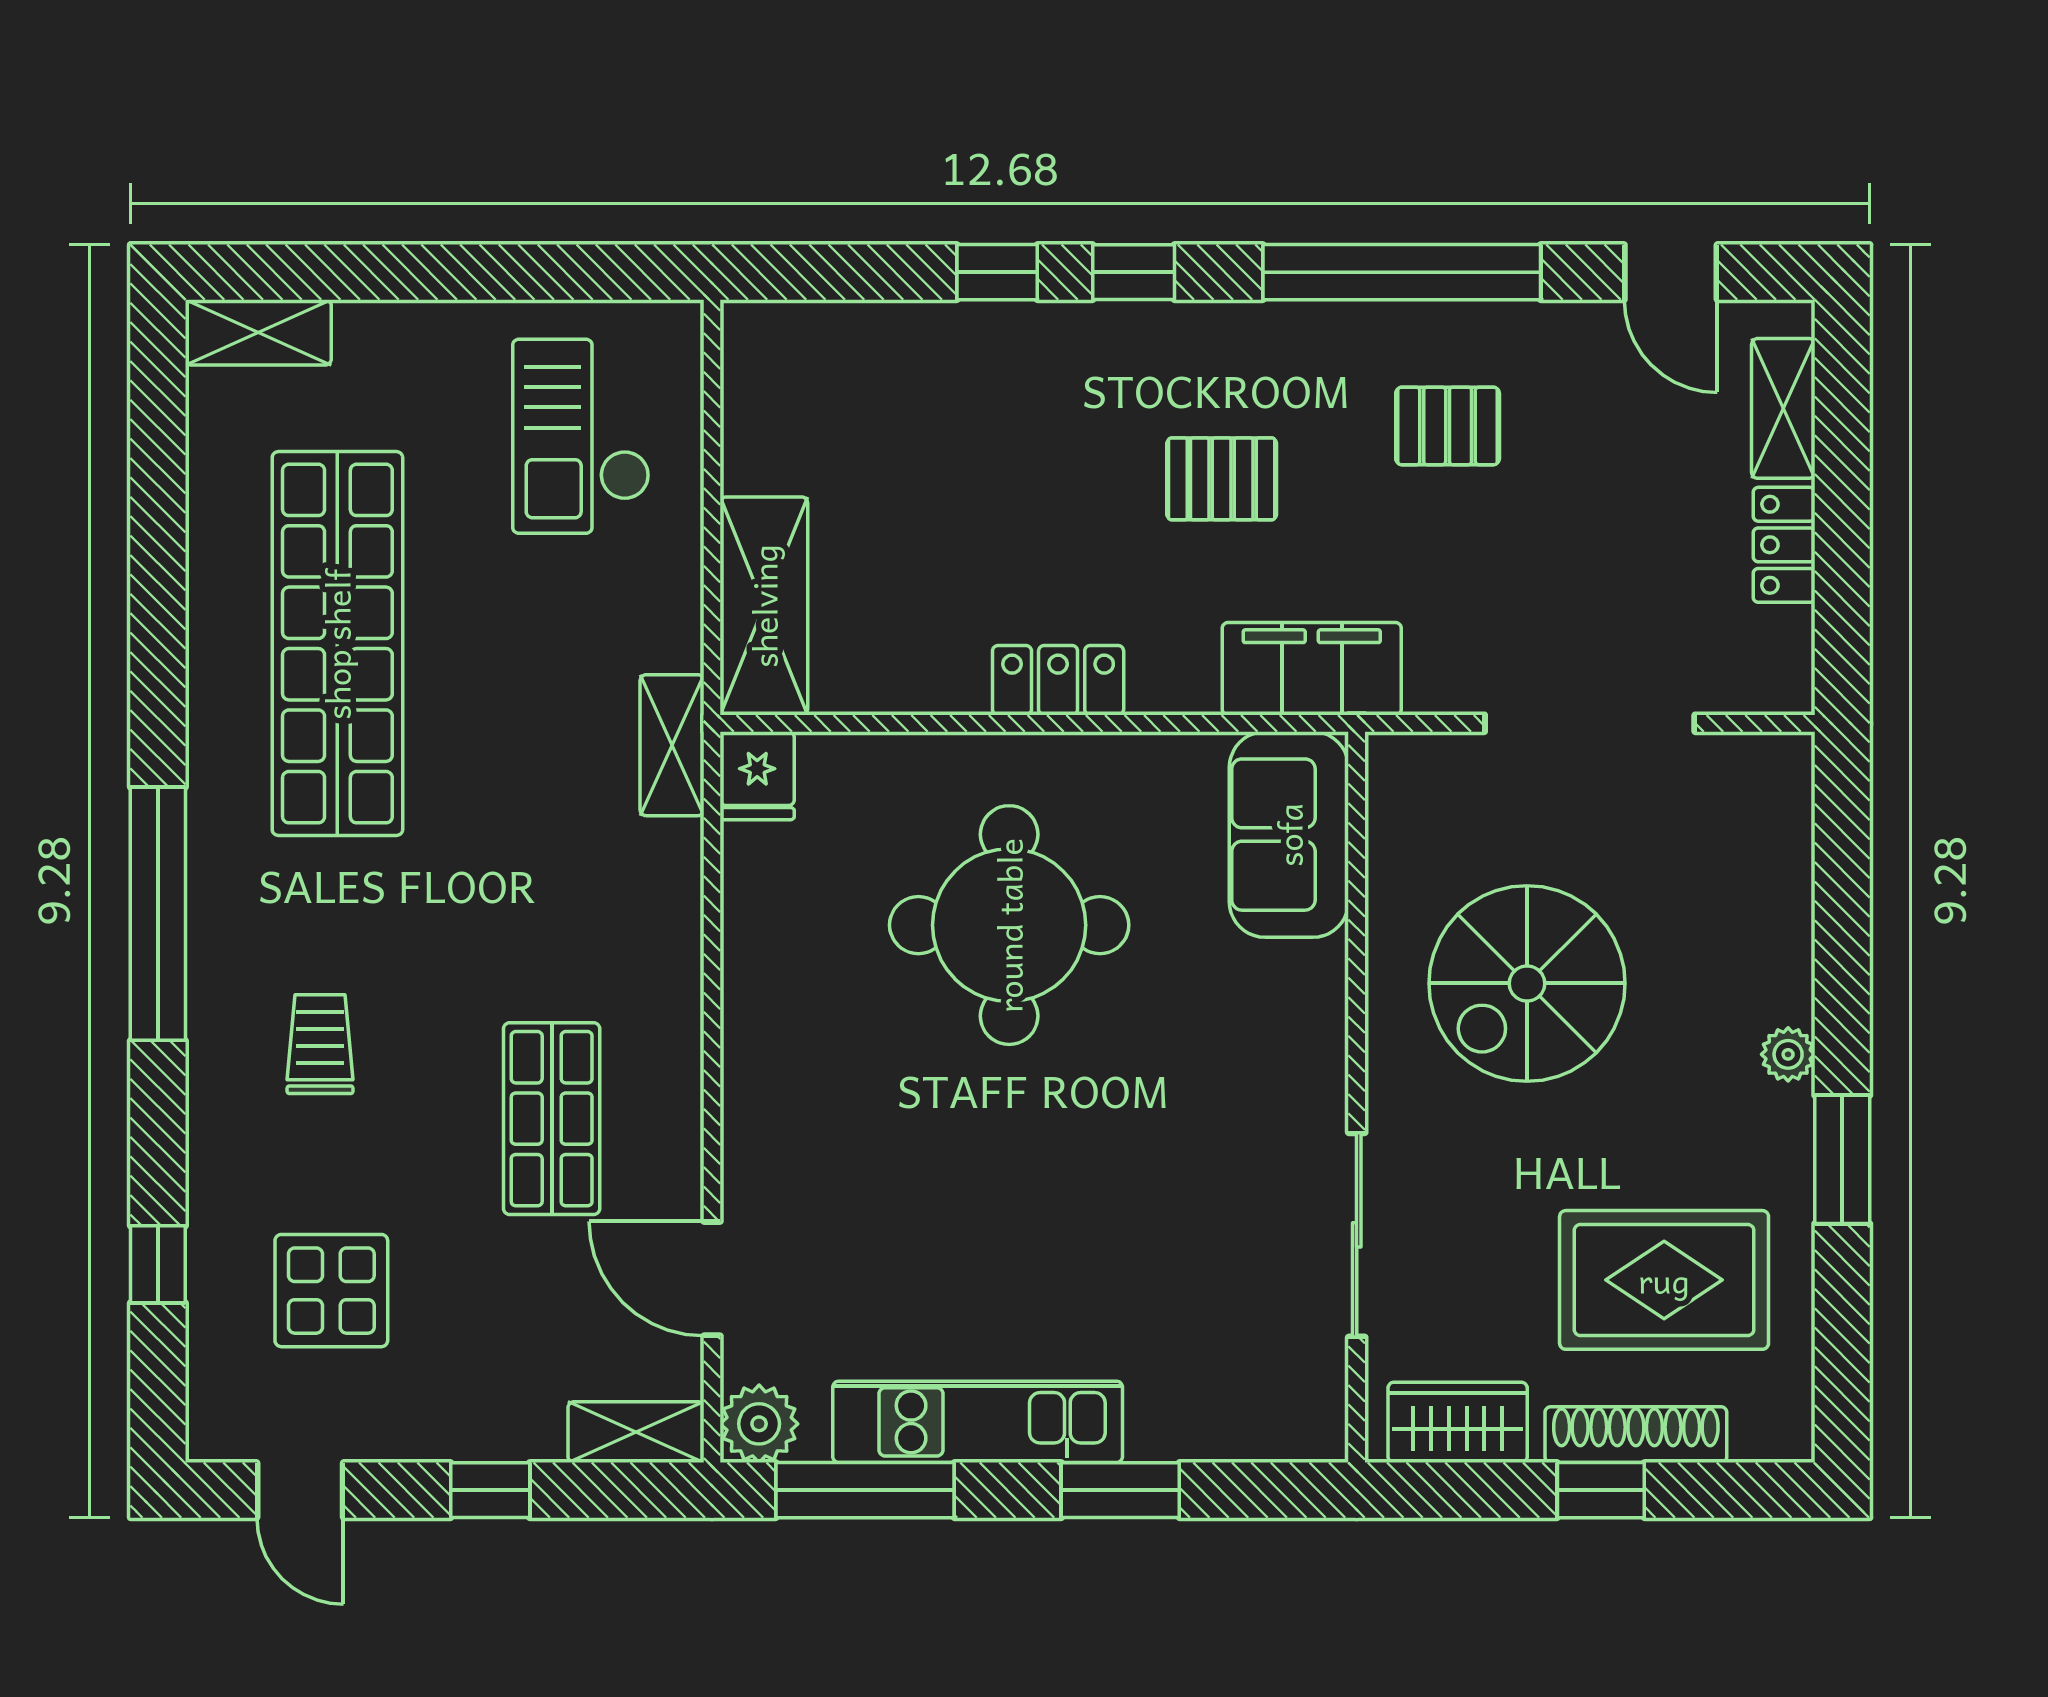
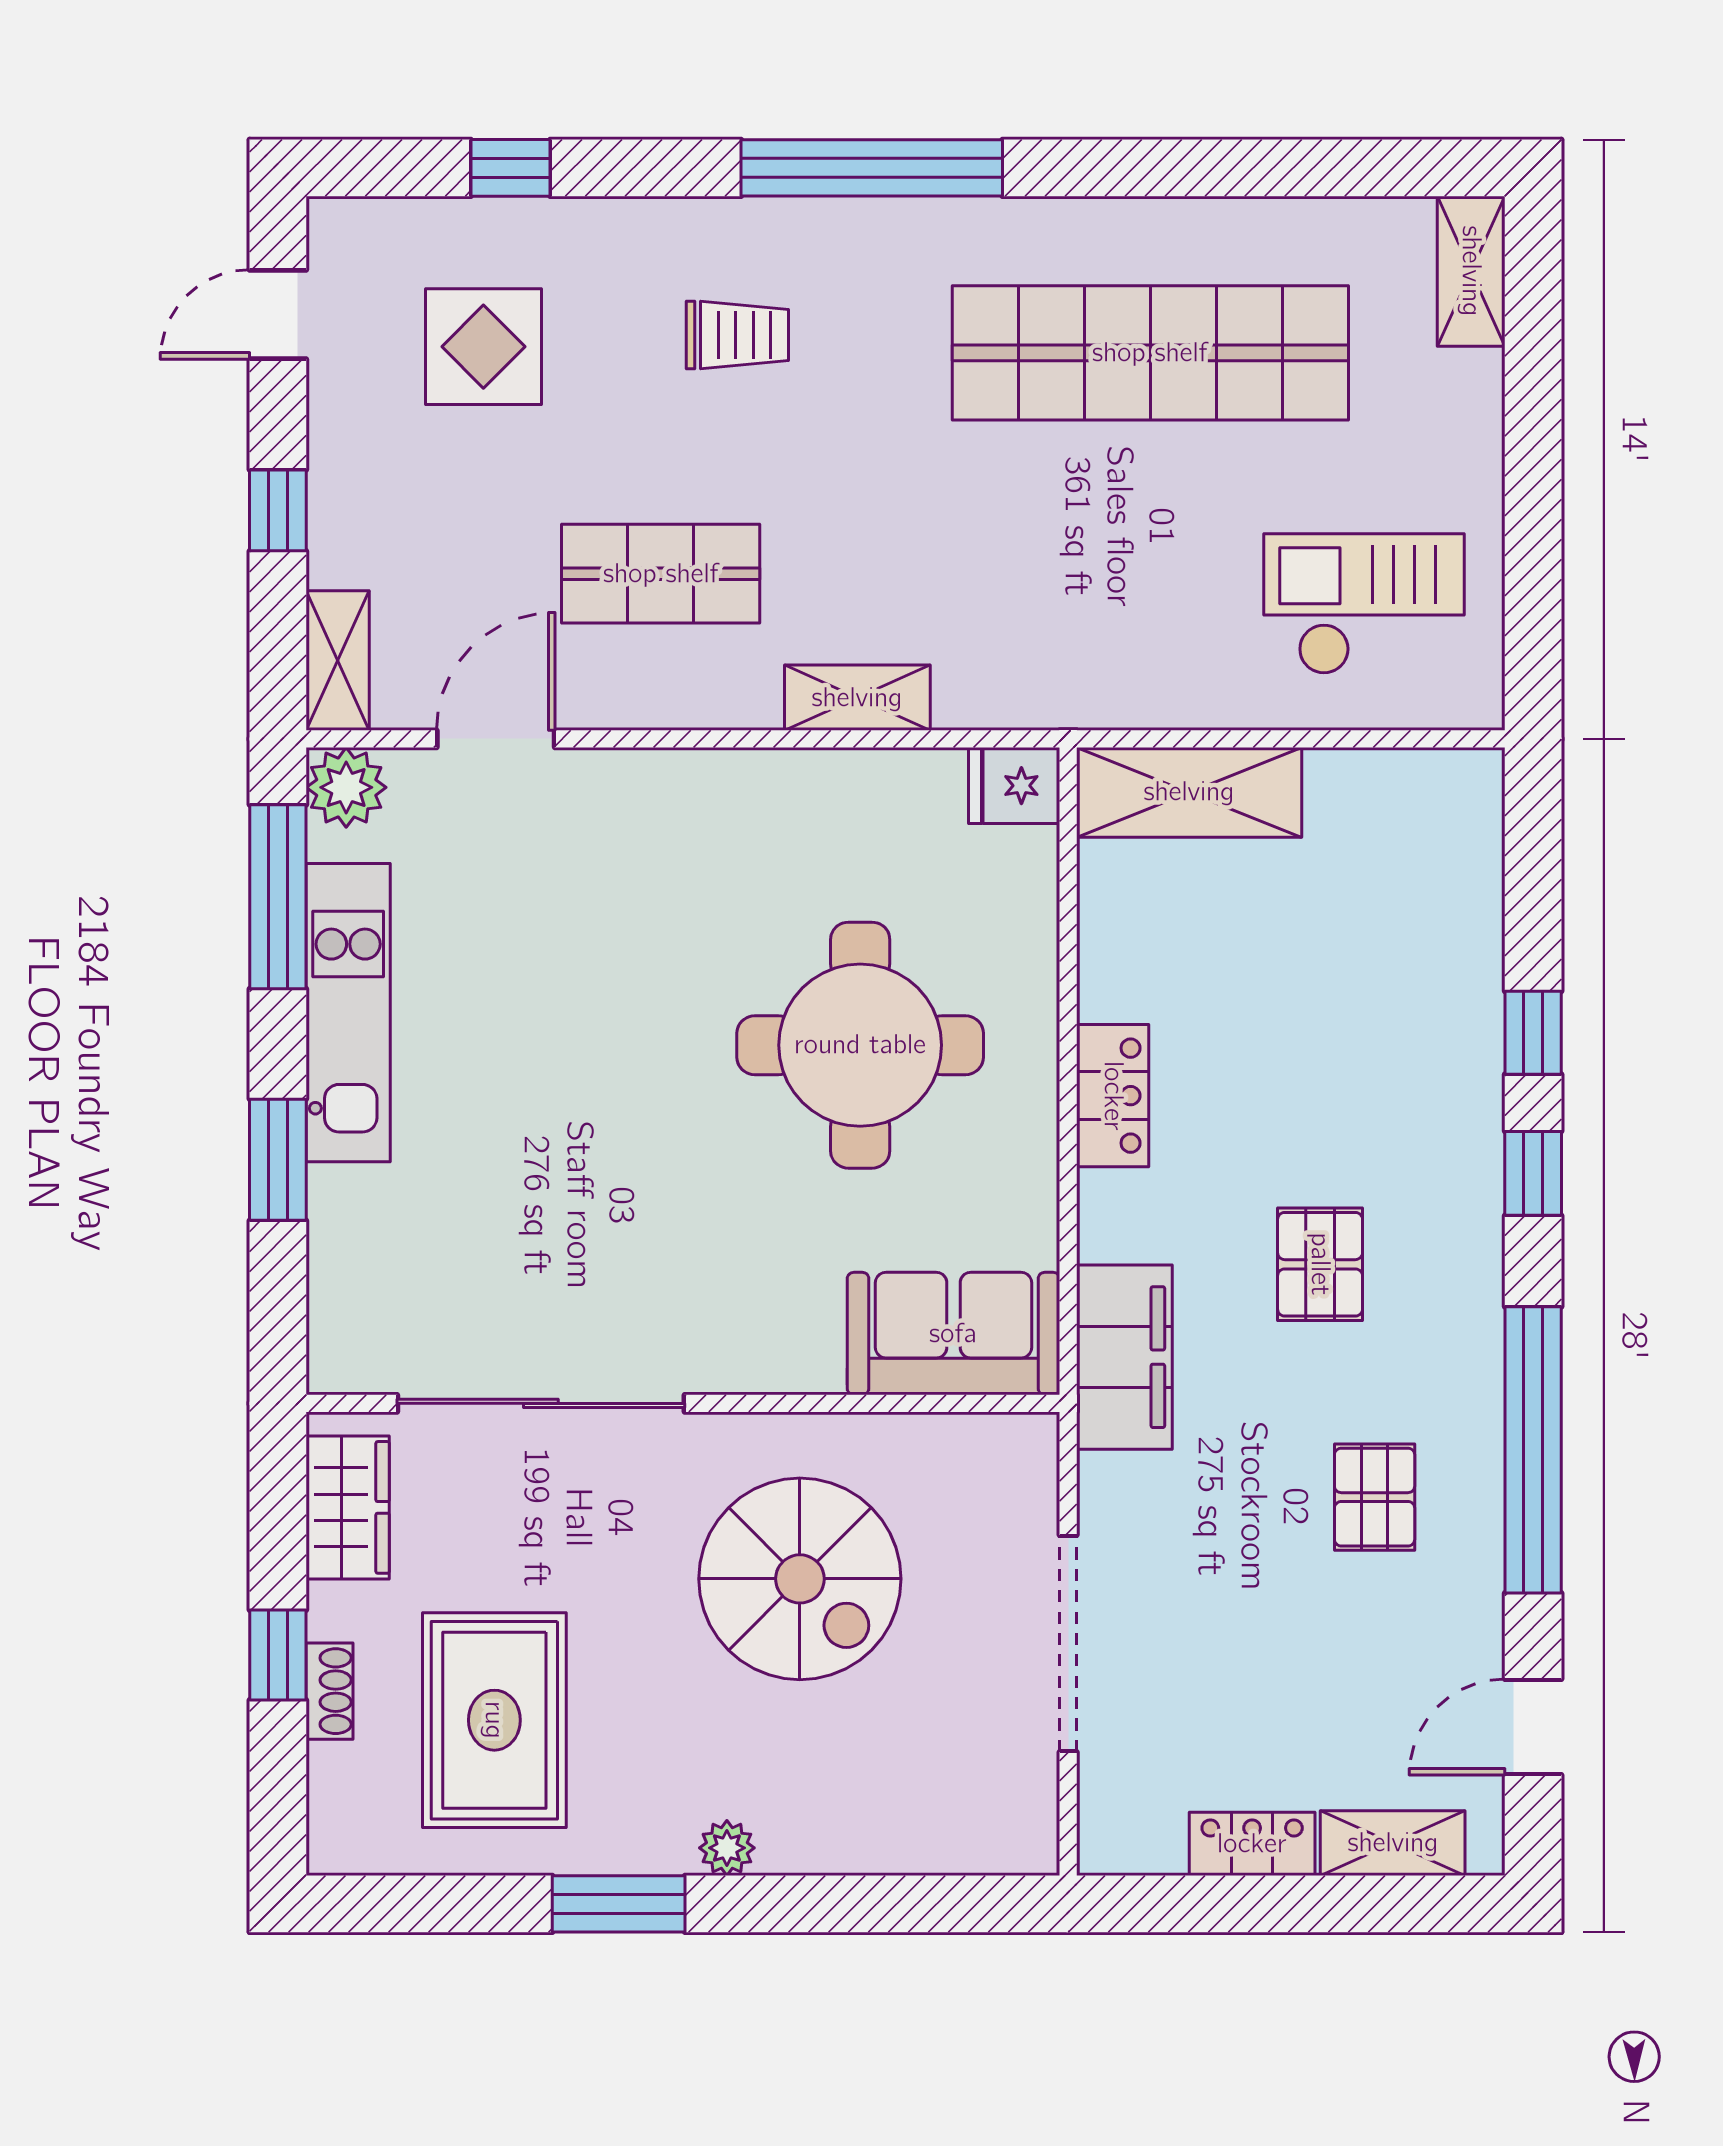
shelving: (672, 745) -> (857, 698), moved
spiral stairs: (1527, 983) -> (800, 1579), turned 180
sliding door: (1357, 1235) -> (541, 1403), width x1.36
shoe rack: (1636, 1435) -> (330, 1691), width x0.51, depth x0.81

